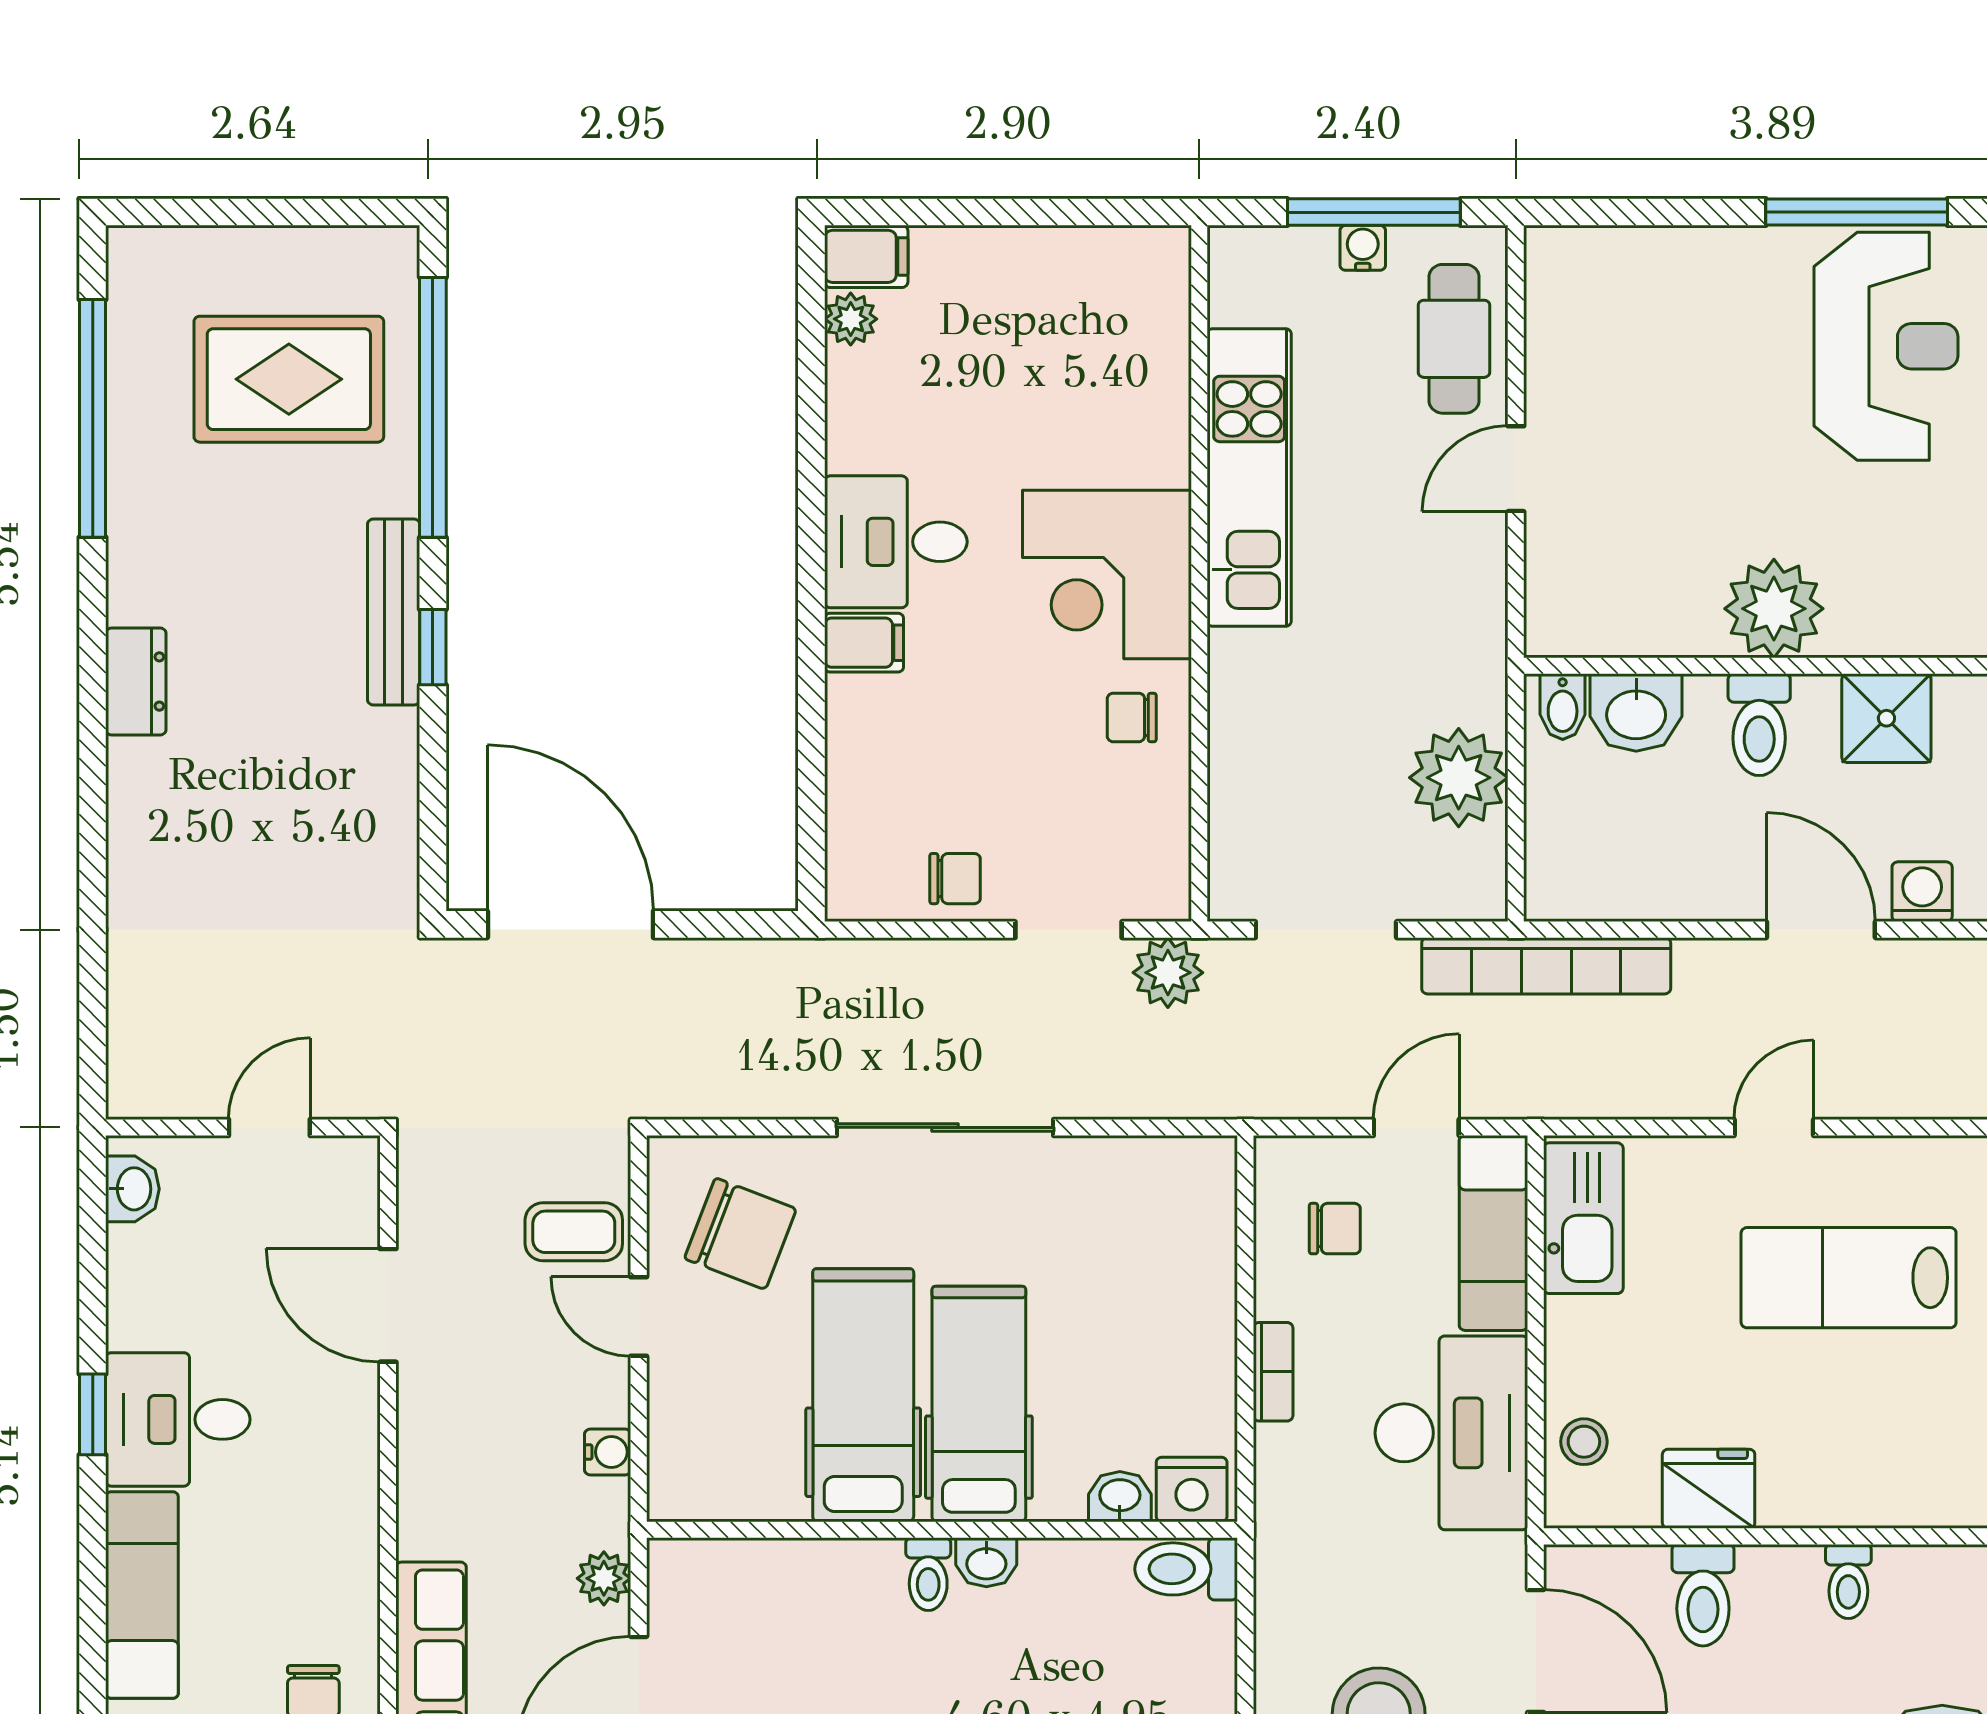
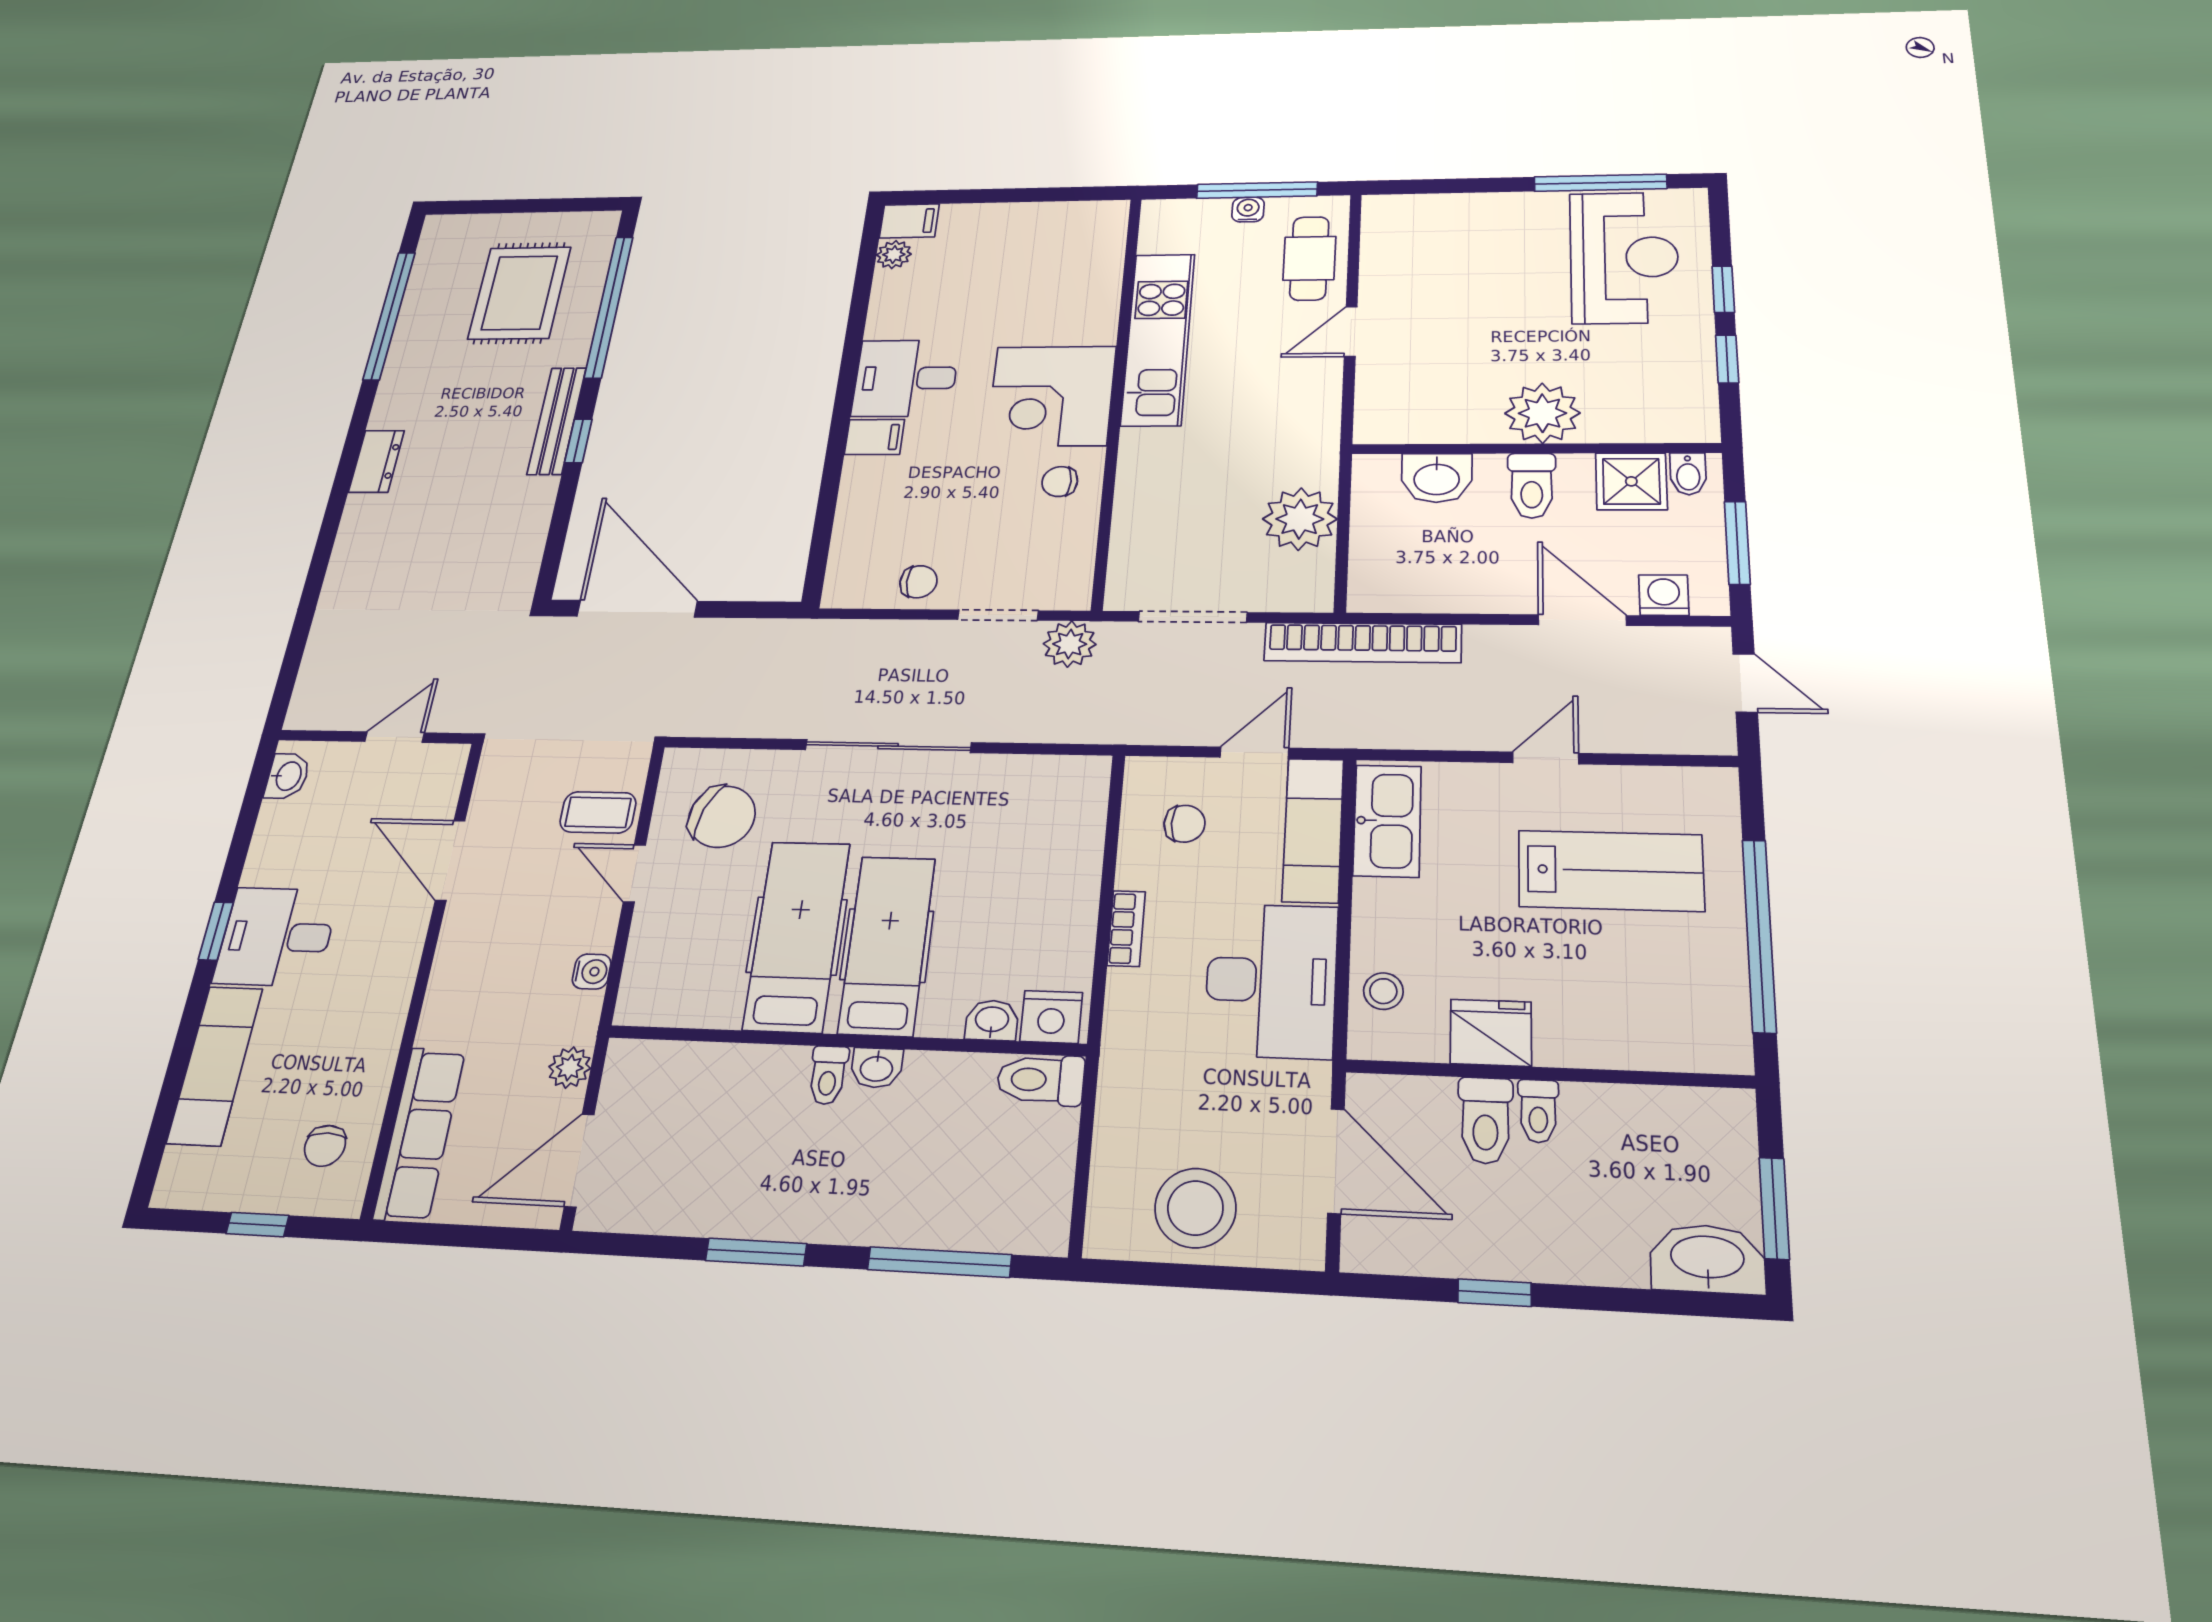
rug: (289, 379) -> (520, 293), turned 90
bidet: (1563, 707) -> (1688, 474), moved
lab bench: (1849, 1278) -> (1611, 871), turned 180
toilet: (1848, 1581) -> (1538, 1111), moved

